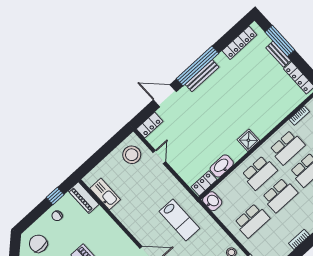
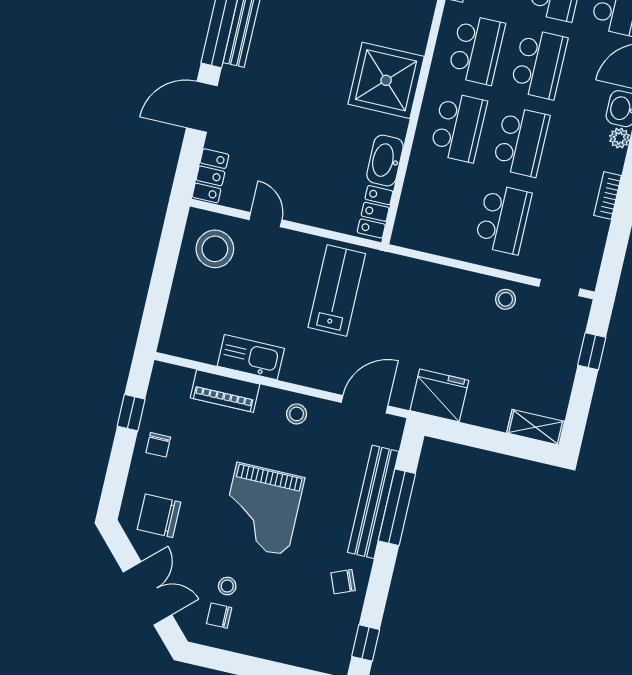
shower: (248, 140) -> (386, 80), width x1.86, depth x1.86
kitchen sink: (105, 194) -> (251, 357), moved
piano: (84, 198) -> (225, 391), moved
washbasin: (212, 201) -> (411, 233), removed
lab bench: (179, 220) -> (337, 290), moved, turned -90
stool: (119, 241) -> (297, 414), added

